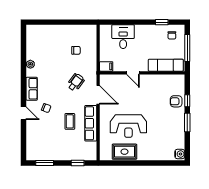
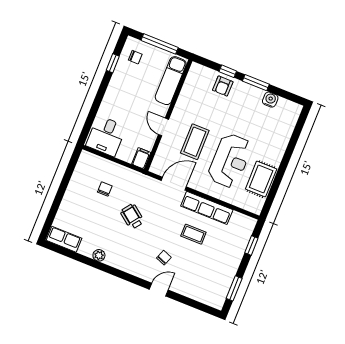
desk: (123, 37) -> (106, 136), moved, turned -90
door: (133, 73) -> (164, 127), swing flipped
wheelchair: (76, 82) -> (132, 216), moved
row of seats: (32, 89) -> (64, 239), moved
coffee table: (132, 98) -> (195, 142), added
water cooler: (180, 154) -> (270, 100), moved

